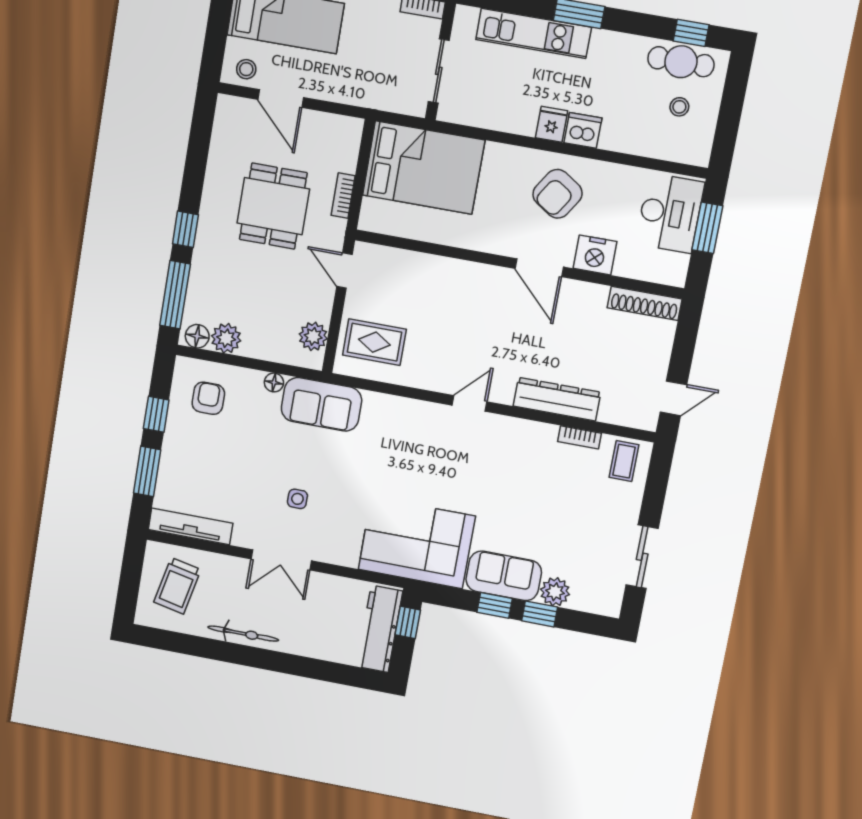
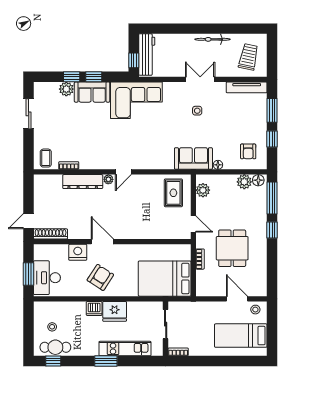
fridge: (552, 124) -> (115, 311), width x1.88, depth x1.34
rug: (374, 342) -> (173, 193), turned 90
plant: (503, 394) -> (108, 179), added
door: (673, 398) -> (29, 221), moved

